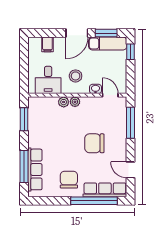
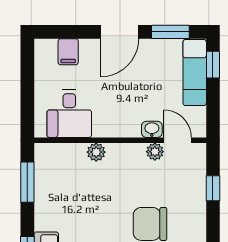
exam couch: (108, 44) -> (195, 73), moved, turned 90
stool: (76, 76) -> (117, 107), removed
plant: (75, 102) -> (155, 152), moved
window: (131, 123) -> (213, 188), width x0.46

